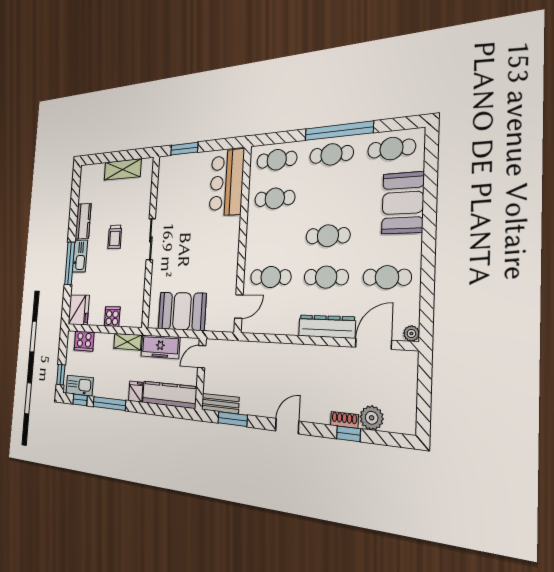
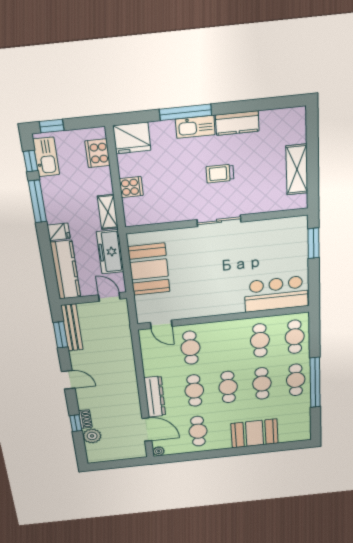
cafe table: (391, 149) -> (262, 383), moved
bench: (220, 404) -> (72, 328), width x1.36

